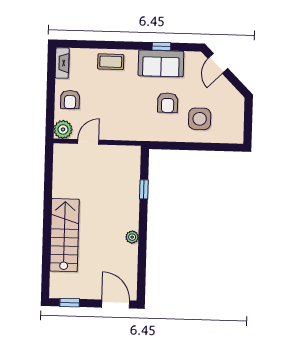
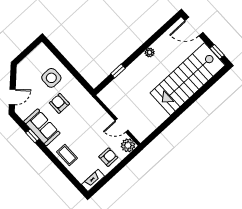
armchair: (168, 103) -> (59, 103), turned -90
stairs: (64, 235) -> (187, 79), width x1.36, depth x1.51
door: (116, 304) -> (194, 27), hinge flipped

